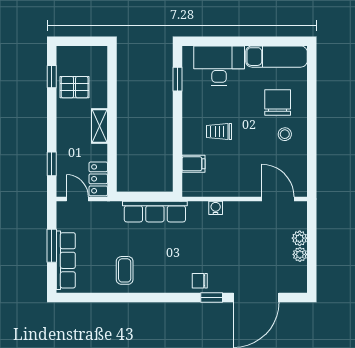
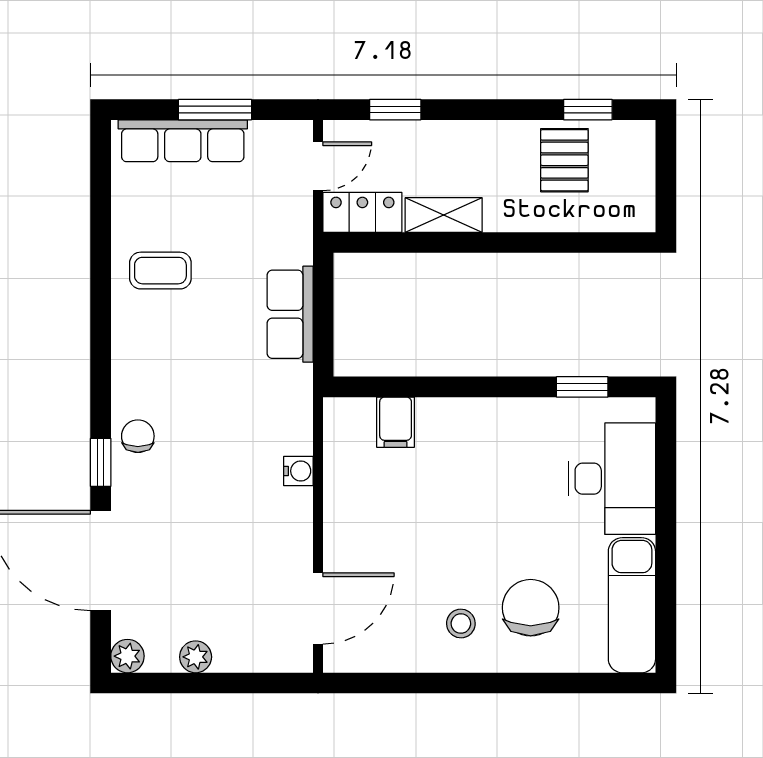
chair: (278, 102) -> (531, 608), turned -90
shelving: (99, 126) -> (444, 215), moved
trolley: (219, 132) -> (467, 479), removed
row of seats: (155, 212) -> (290, 314), width x0.68
plant: (300, 238) -> (127, 656), moved

